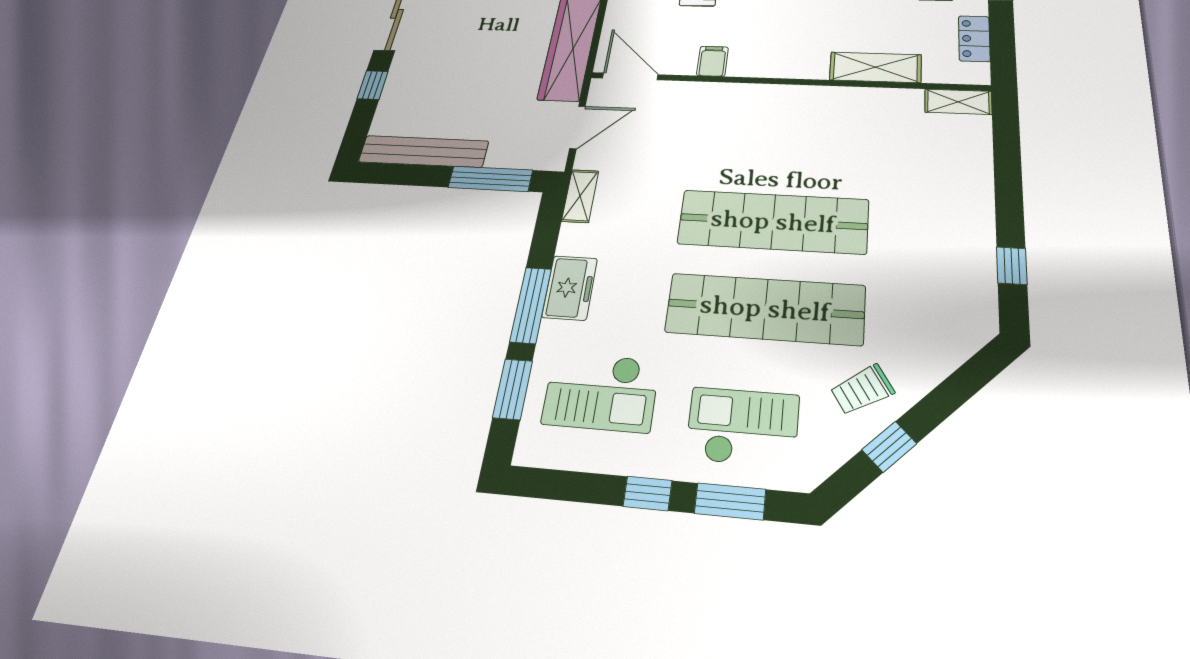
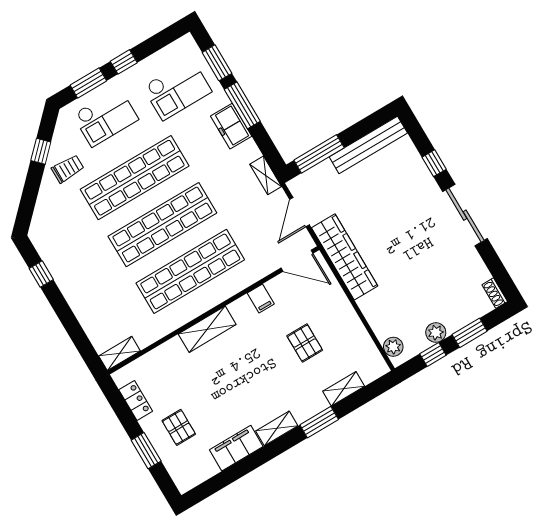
shelving: (875, 67) -> (207, 329), moved
shop shelf: (780, 142) -> (190, 271), added
trolley: (862, 390) -> (68, 169), turned 32
checkout: (601, 392) -> (177, 89), turned 180

